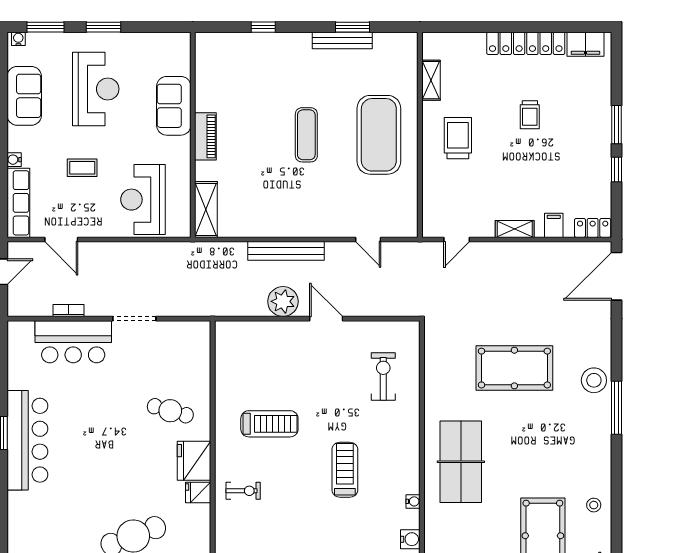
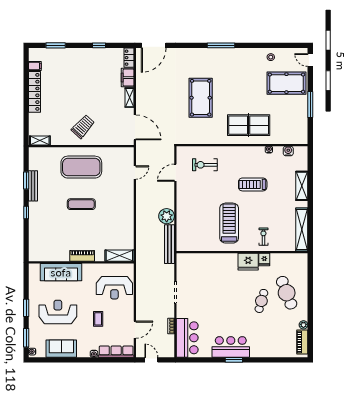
window: (263, 27) -> (26, 212), moved
filing cabinet: (586, 44) -> (35, 66), width x0.50
shelving: (431, 80) -> (40, 140), moved
sofa: (174, 106) -> (61, 272), width x1.36
trolley: (530, 115) -> (71, 90), removed
window: (617, 125) -> (56, 45), moved
trolley: (458, 138) -> (83, 127), turned 132
filing cabinet: (554, 225) -> (128, 78), width x2.00
door: (457, 240) -> (135, 127), width x1.87
bench: (286, 251) -> (169, 244), moved
door: (617, 276) -> (154, 45), hinge flipped
door: (326, 319) -> (175, 173), moved
bar counter: (73, 342) -> (187, 338), moved
stool: (594, 380) -> (207, 57), removed
cafe table: (170, 411) -> (261, 301), moved
treadmill: (269, 424) -> (229, 223), width x1.37, depth x1.38
bar counter: (27, 440) -> (231, 347), width x0.73

